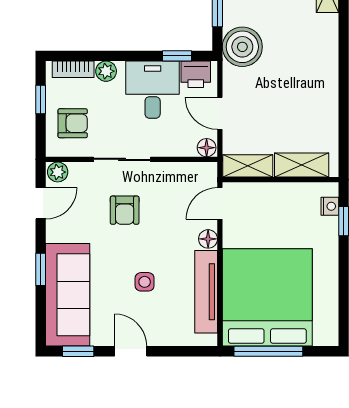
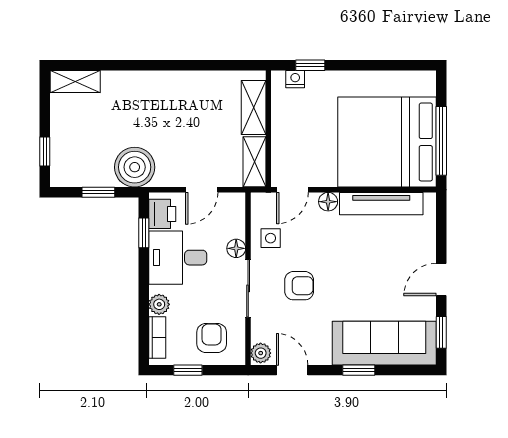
floor lamp: (207, 148) -> (236, 248), moved
door: (220, 203) -> (292, 190), hinge flipped
side table: (145, 282) -> (271, 238), moved

